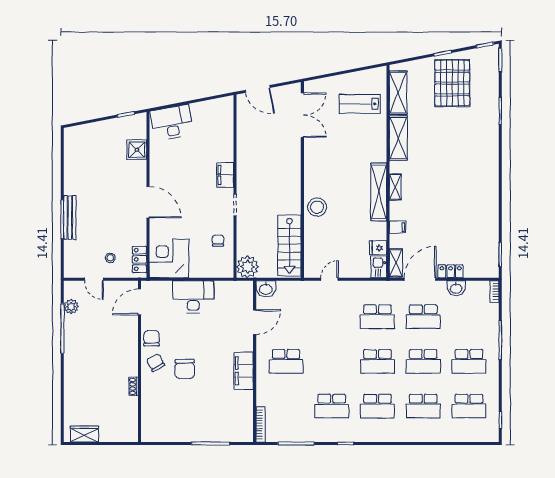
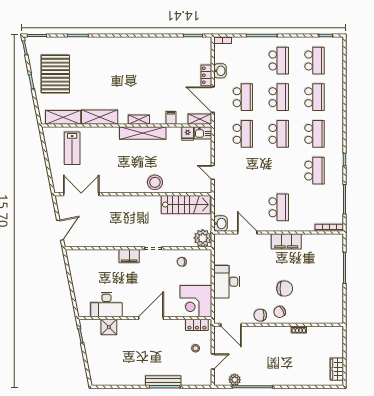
pallet: (452, 83) -> (55, 74), turned 90
desk: (172, 123) -> (106, 305), moved, turned -79

